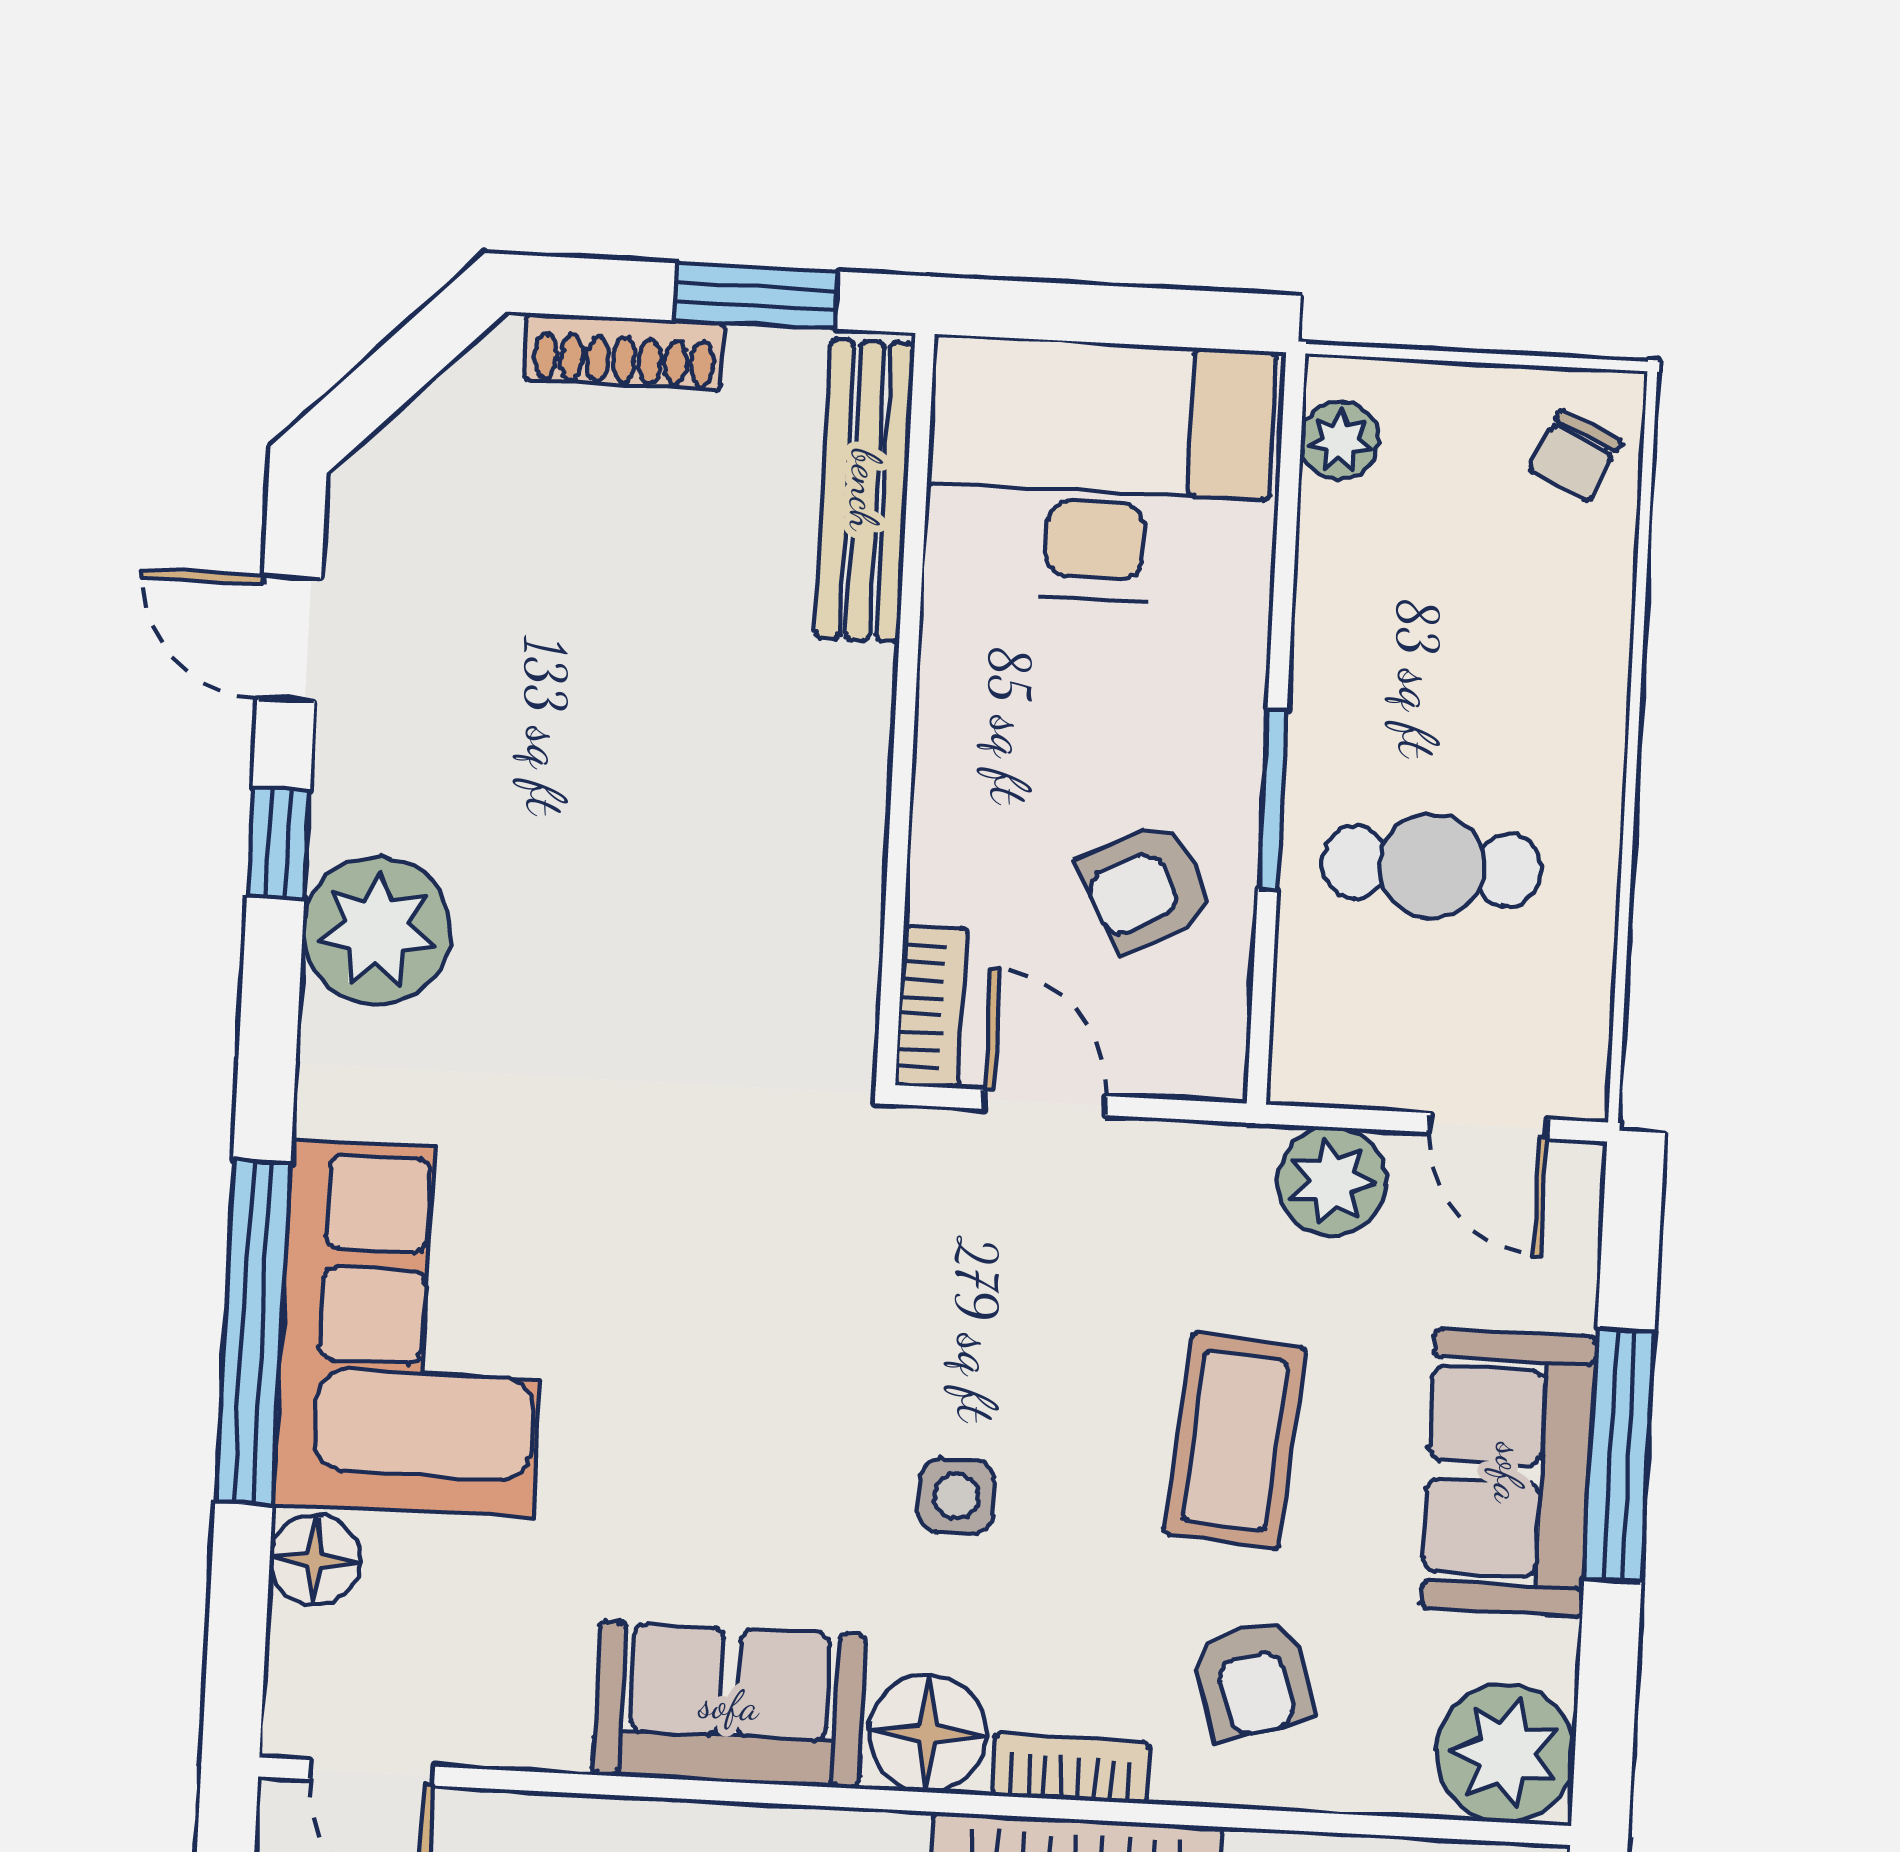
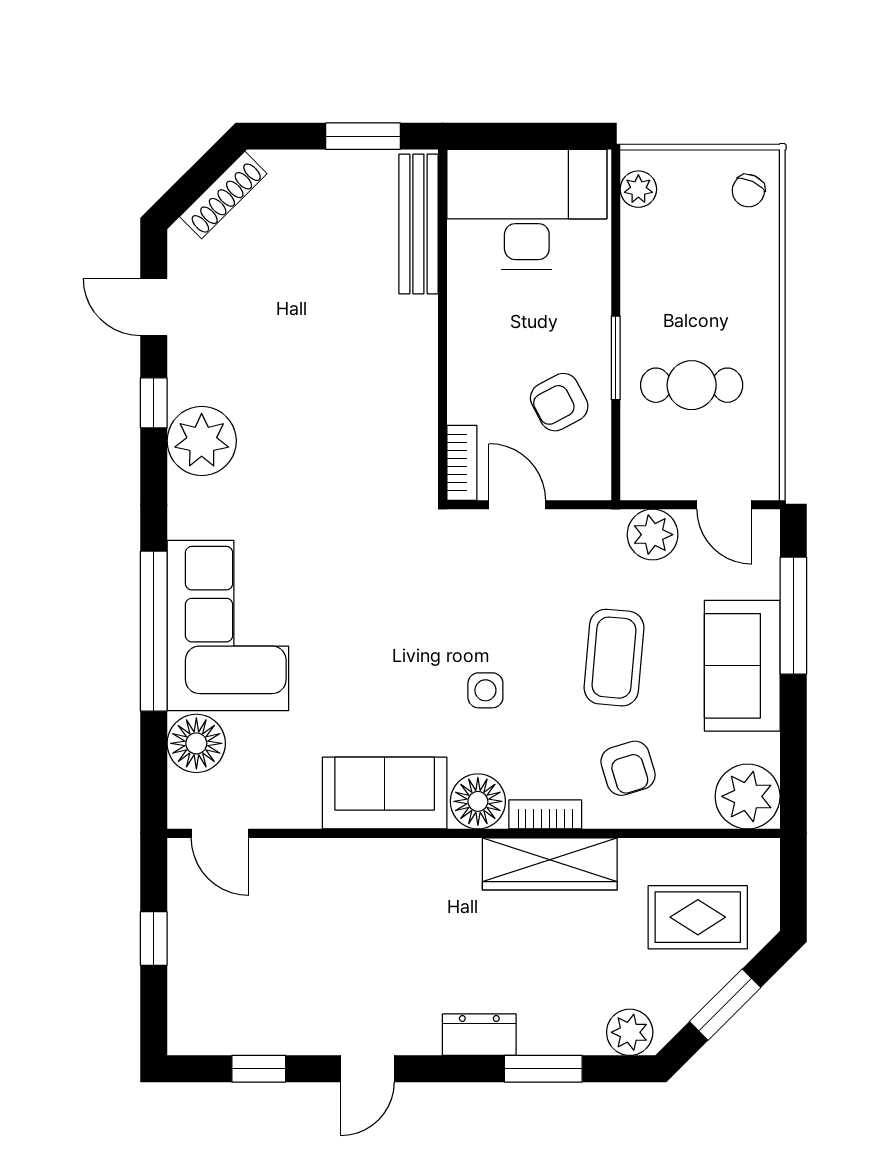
shoe rack: (624, 351) -> (223, 195), moved, turned -45
window: (1619, 1455) -> (793, 616), moved
floor lamp: (315, 1560) -> (196, 743), width x1.38, depth x1.38

